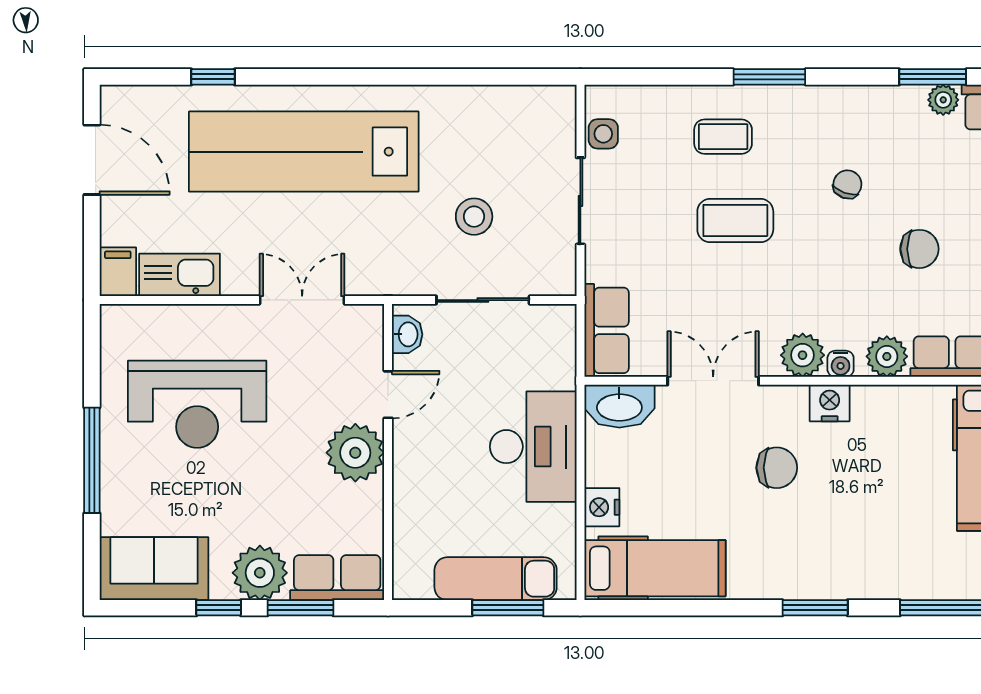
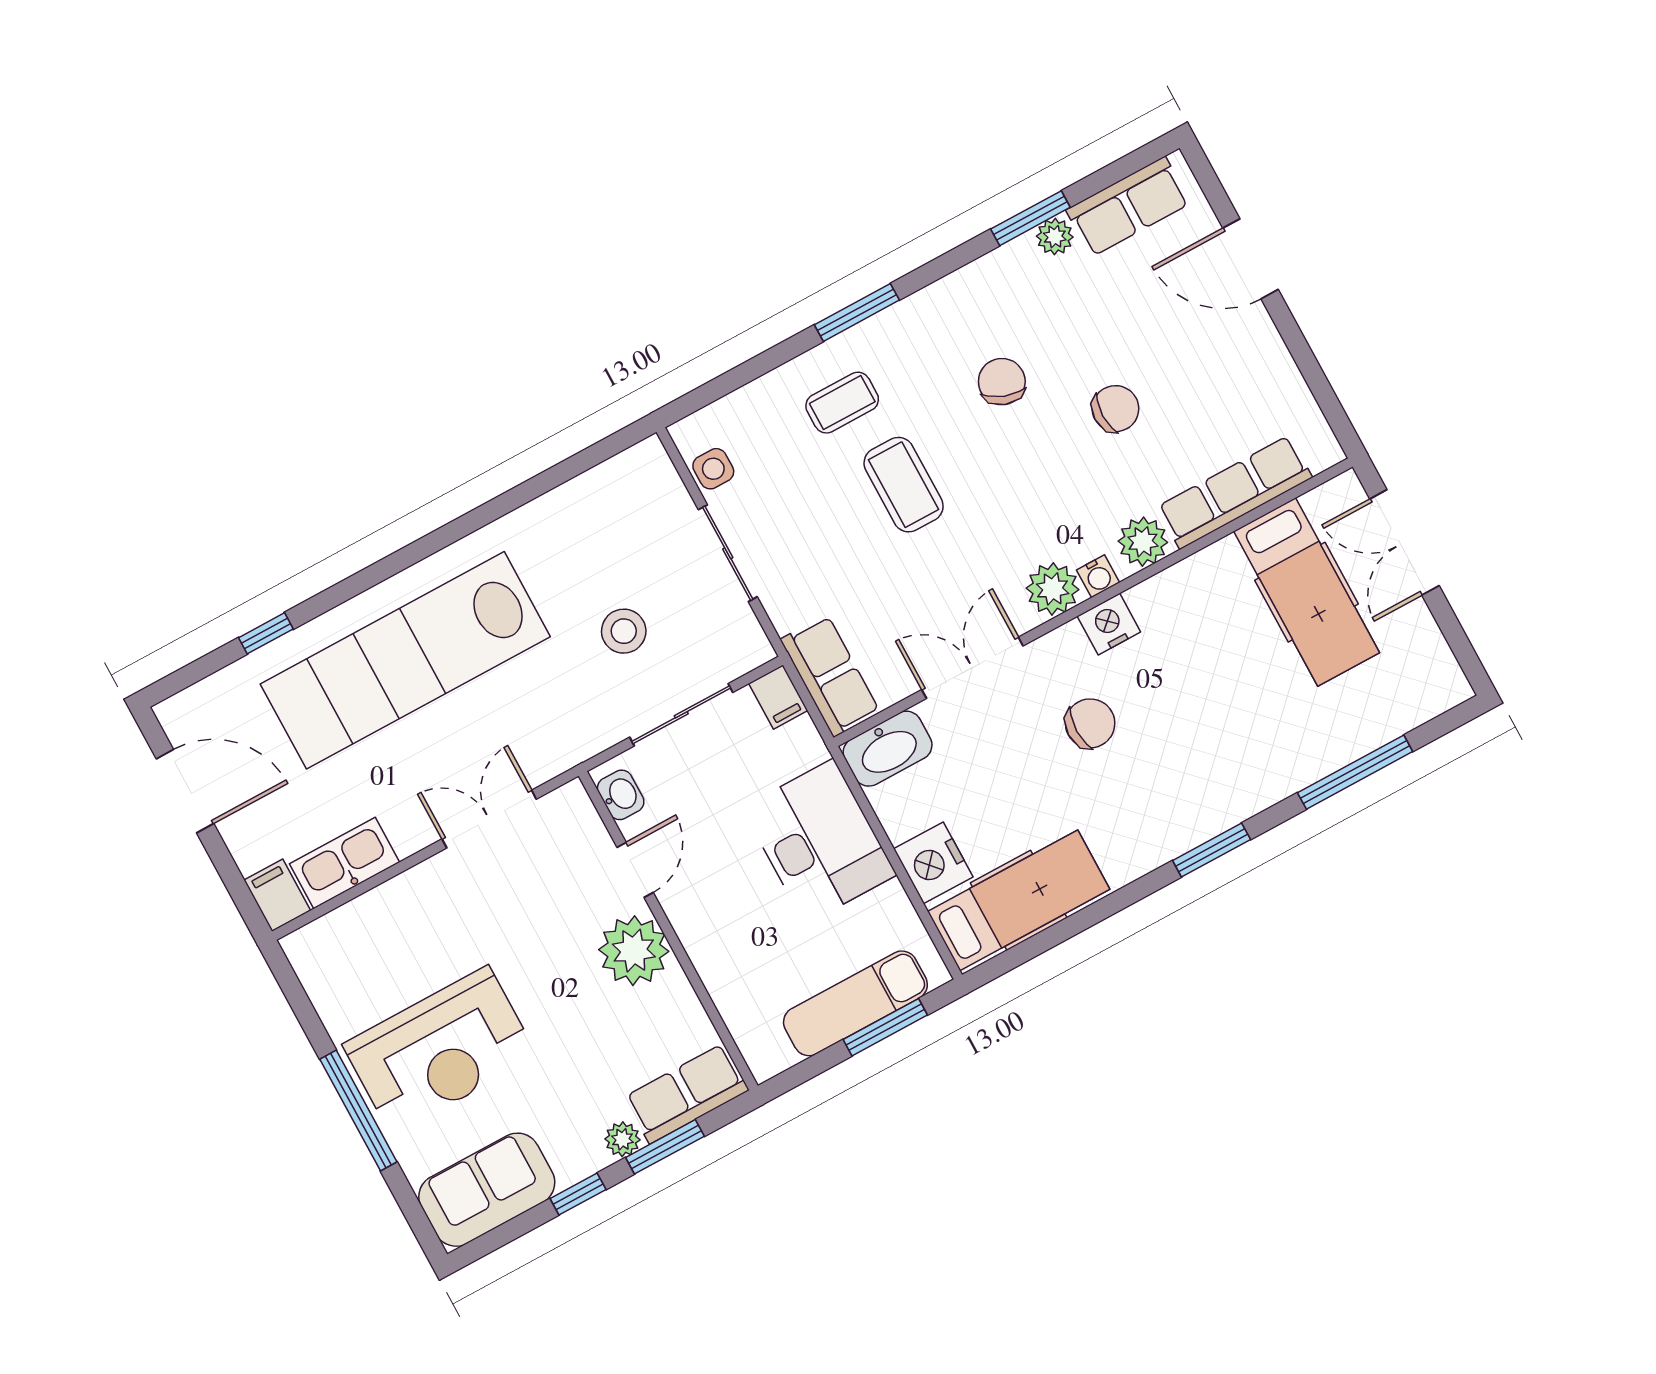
chair: (847, 184) -> (1002, 382), width x1.37, depth x1.37
coffee table: (735, 221) -> (904, 485), turned 90
filing cabinet: (560, 325) -> (778, 697), added
reception desk: (197, 404) -> (440, 1050), moved
nightstand: (602, 507) -> (933, 863), width x1.36, depth x1.33
plant: (260, 573) -> (622, 1139), width x0.53, depth x0.53

